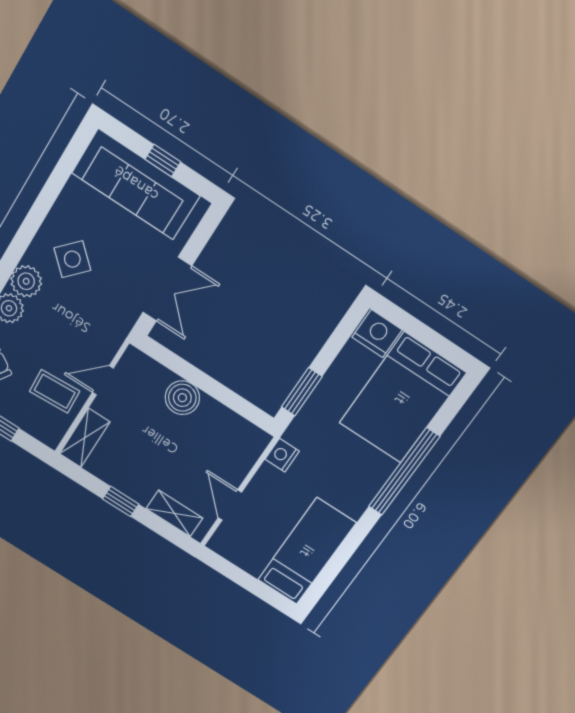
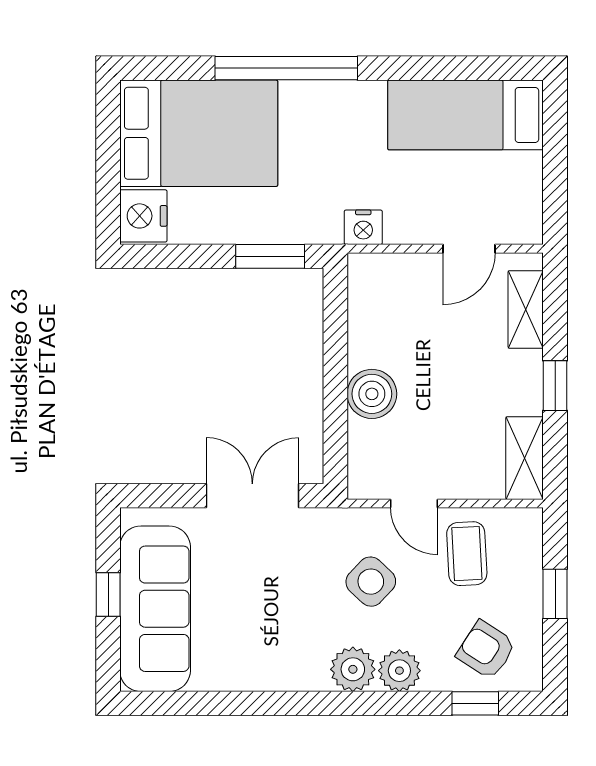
side table: (72, 259) -> (371, 582), moved
shelving: (85, 438) -> (525, 458), moved, turned 90

